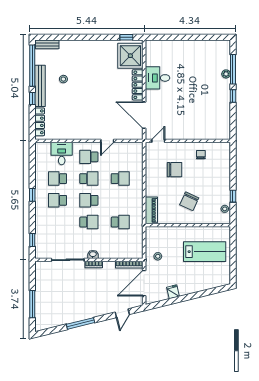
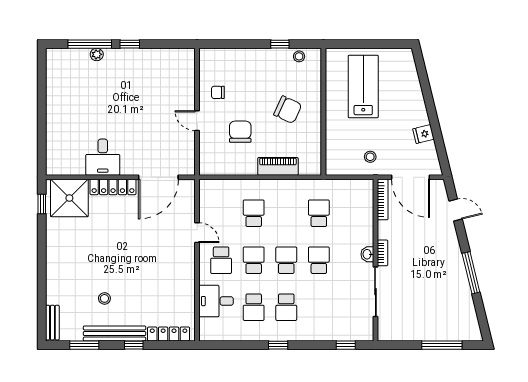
window: (32, 66) -> (84, 345), width x0.47
door: (158, 141) -> (197, 121), moved
school desk: (89, 200) -> (286, 260), turned 180
piano: (151, 210) -> (278, 166), moved

